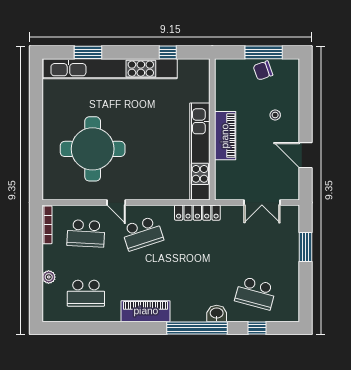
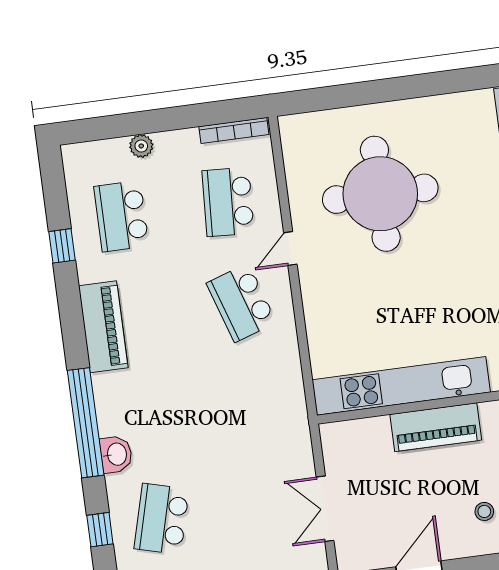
locker: (197, 213) -> (292, 396), removed
window: (98, 328) -> (62, 246), added

